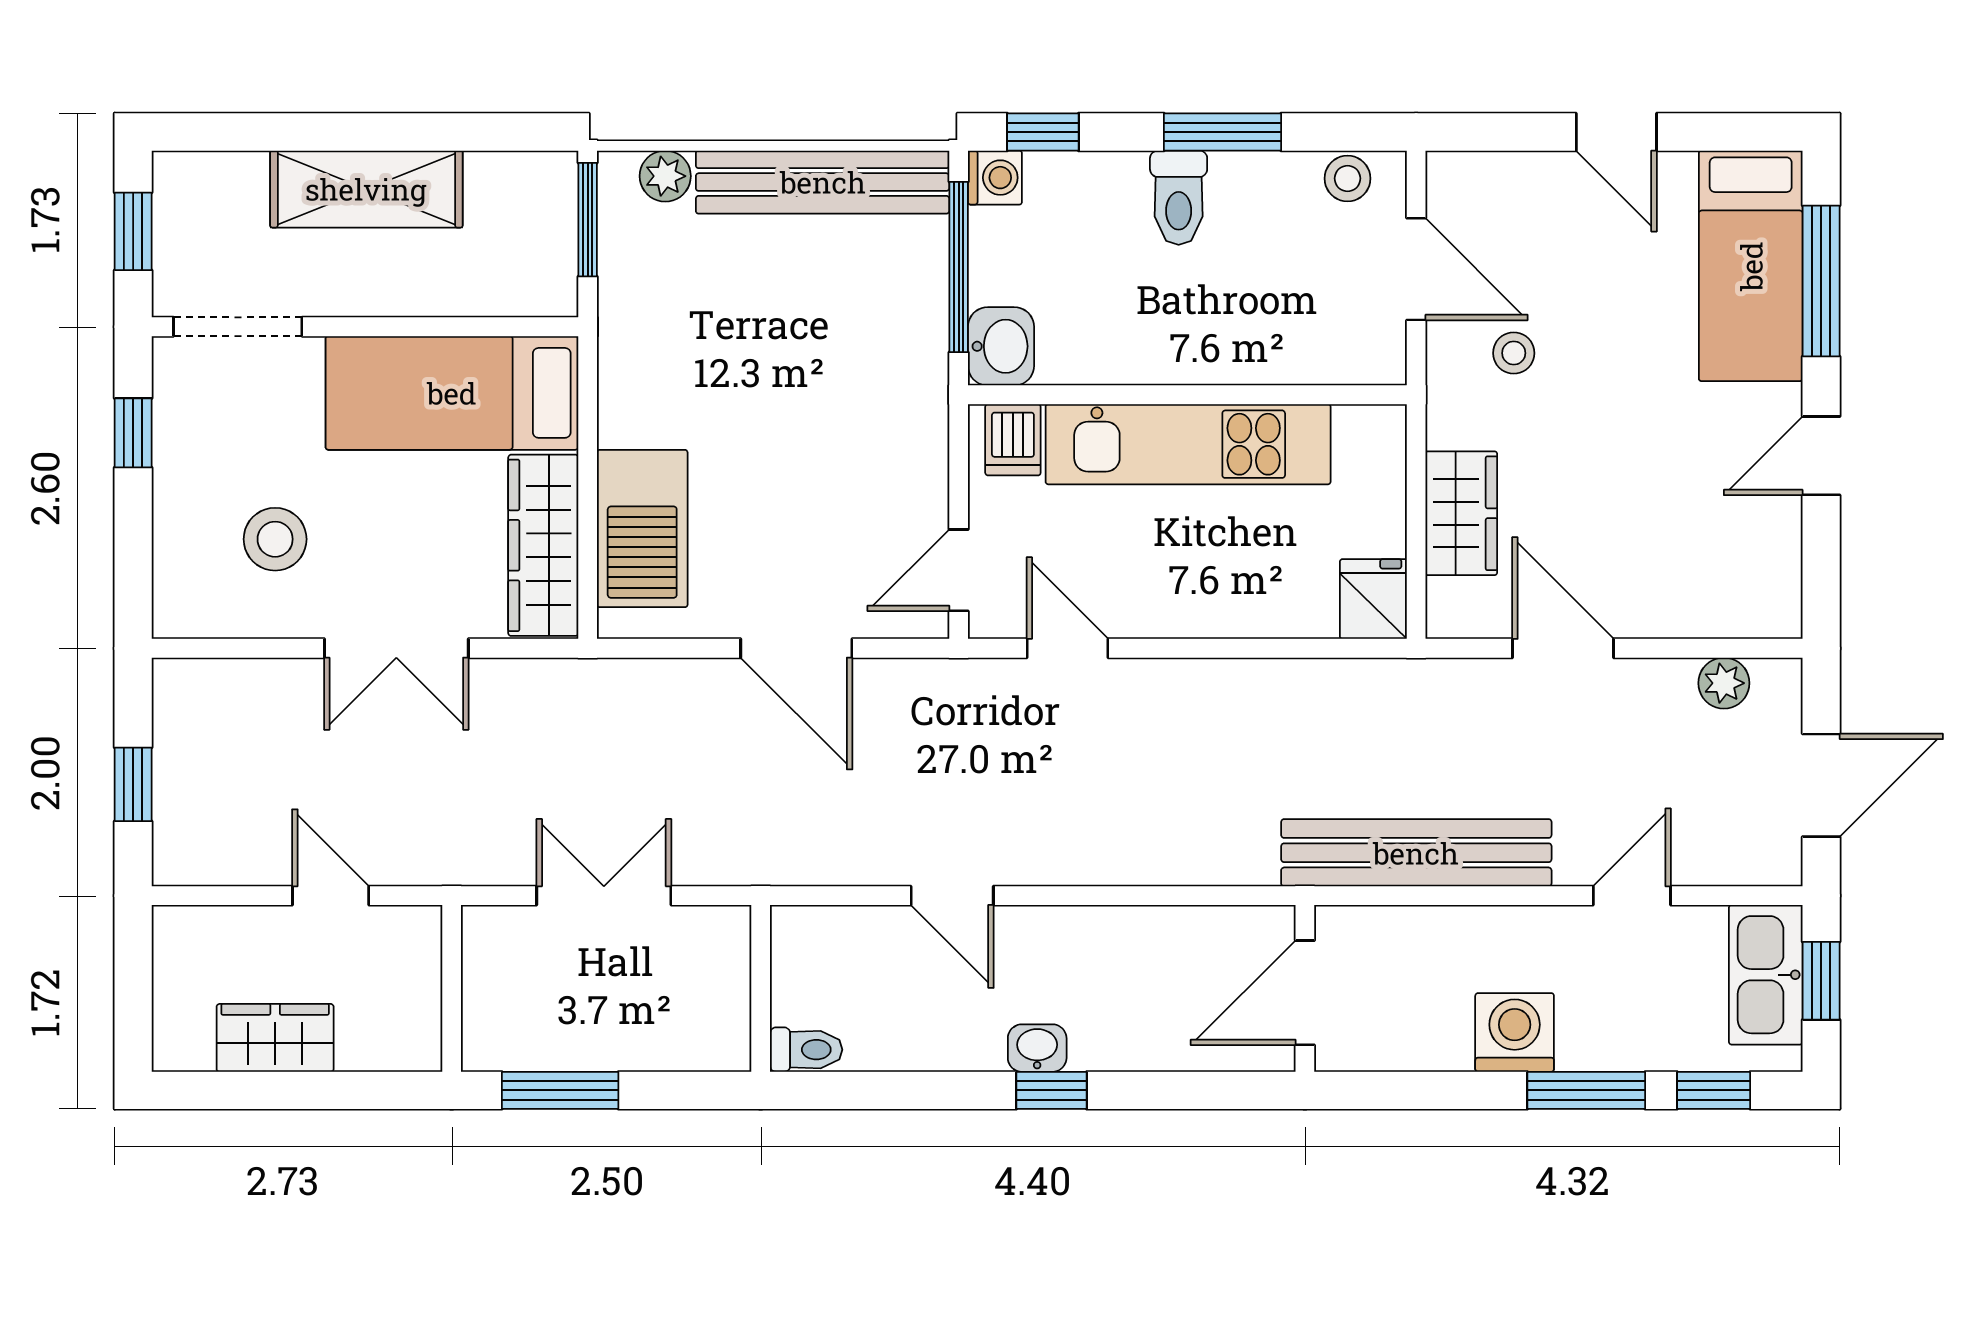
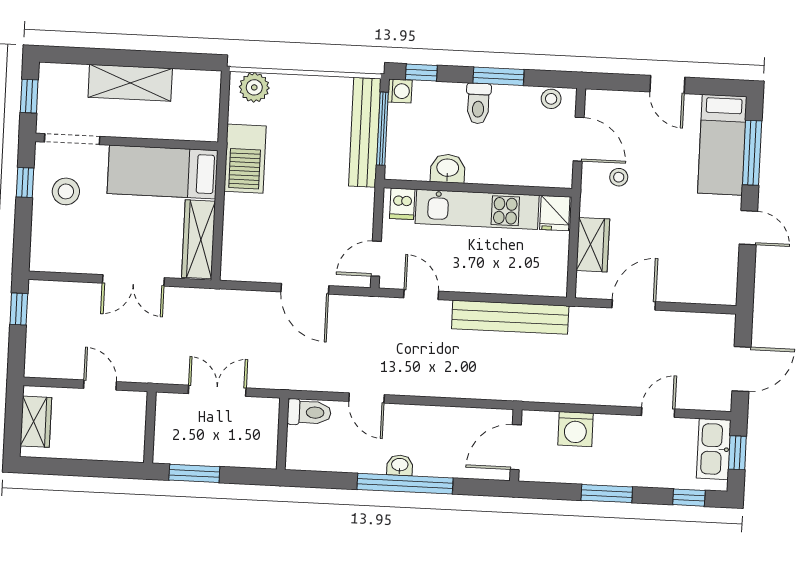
plant: (665, 176) -> (254, 87), width x1.38, depth x1.38
bench: (823, 182) -> (365, 132), moved, turned 90
window: (588, 220) -> (224, 101), removed
washbasin: (1001, 346) -> (448, 169), moved, turned -90
door: (1821, 456) -> (748, 228), swing flipped
barbecue: (642, 529) -> (245, 159), moved
stool: (275, 539) -> (66, 191), moved
fridge: (1373, 599) -> (555, 213), moved, turned 180
door: (1563, 648) -> (634, 305), hinge flipped
plant: (1724, 683) -> (702, 323), removed
window: (133, 784) -> (19, 309), moved
bench: (1416, 853) -> (510, 317), moved
washing machine: (1515, 1032) -> (575, 429), moved, turned 180
wardrobe: (275, 1038) -> (36, 422), moved, turned 90
toilet: (806, 1050) -> (309, 412), moved, width x1.37, depth x1.39
window: (1052, 1090) -> (405, 484), width x3.17
window: (1586, 1090) -> (607, 494), moved

